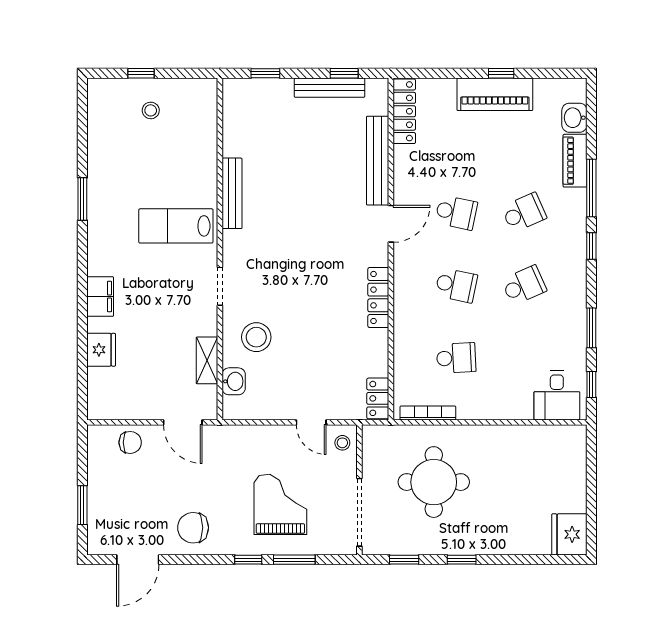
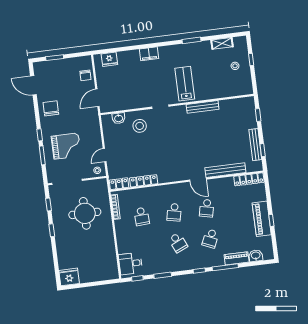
school desk: (524, 213) -> (210, 238), turned 48
locker: (378, 297) -> (144, 181), moved
fridge: (101, 350) -> (109, 59), moved
shelving: (207, 360) -> (222, 43), moved

